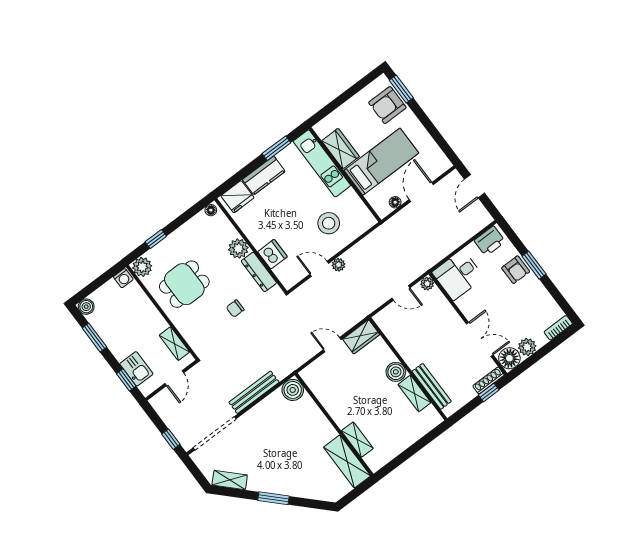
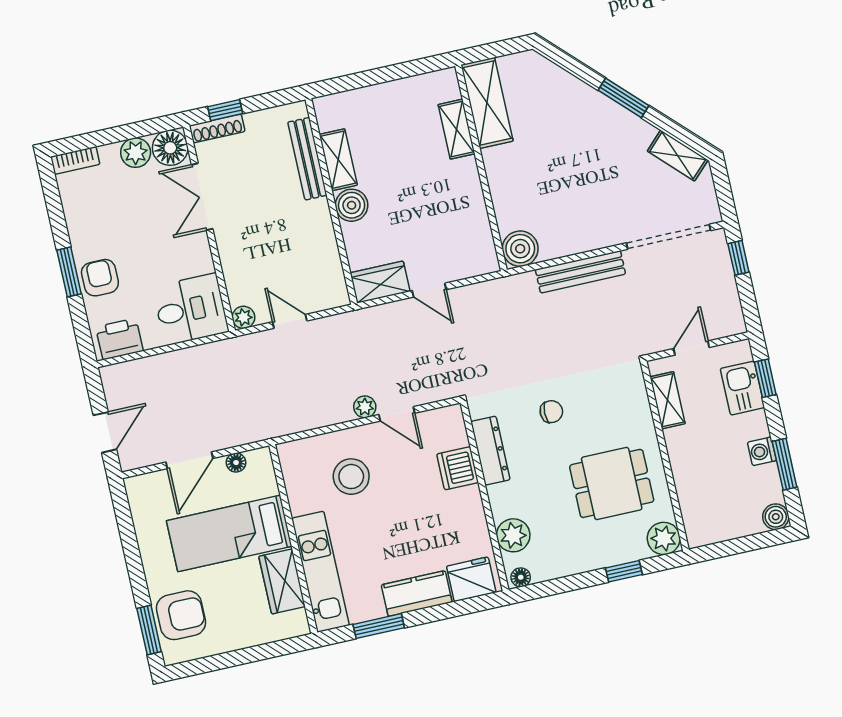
plant: (238, 249) -> (513, 535), moved
washing machine: (123, 278) -> (762, 451), moved, turned -90

